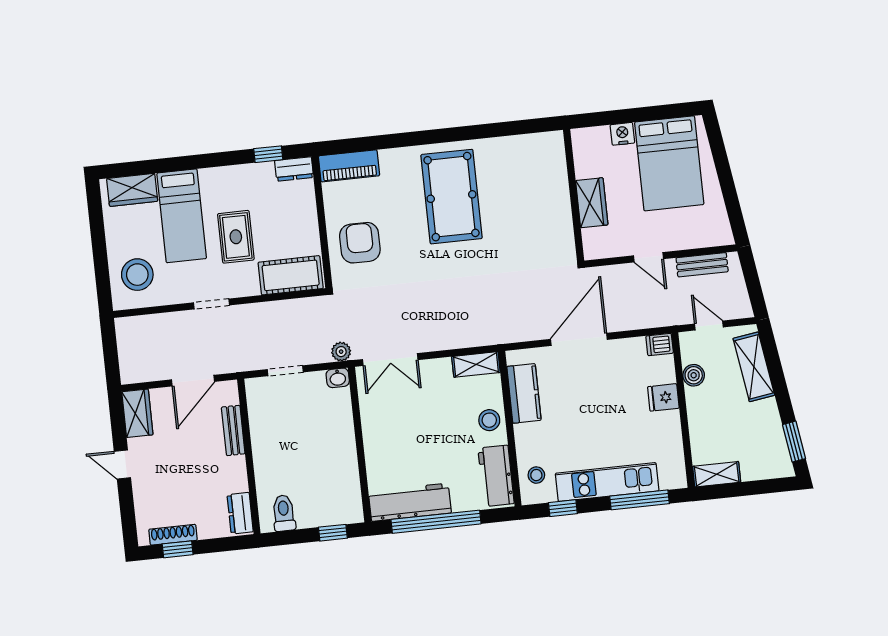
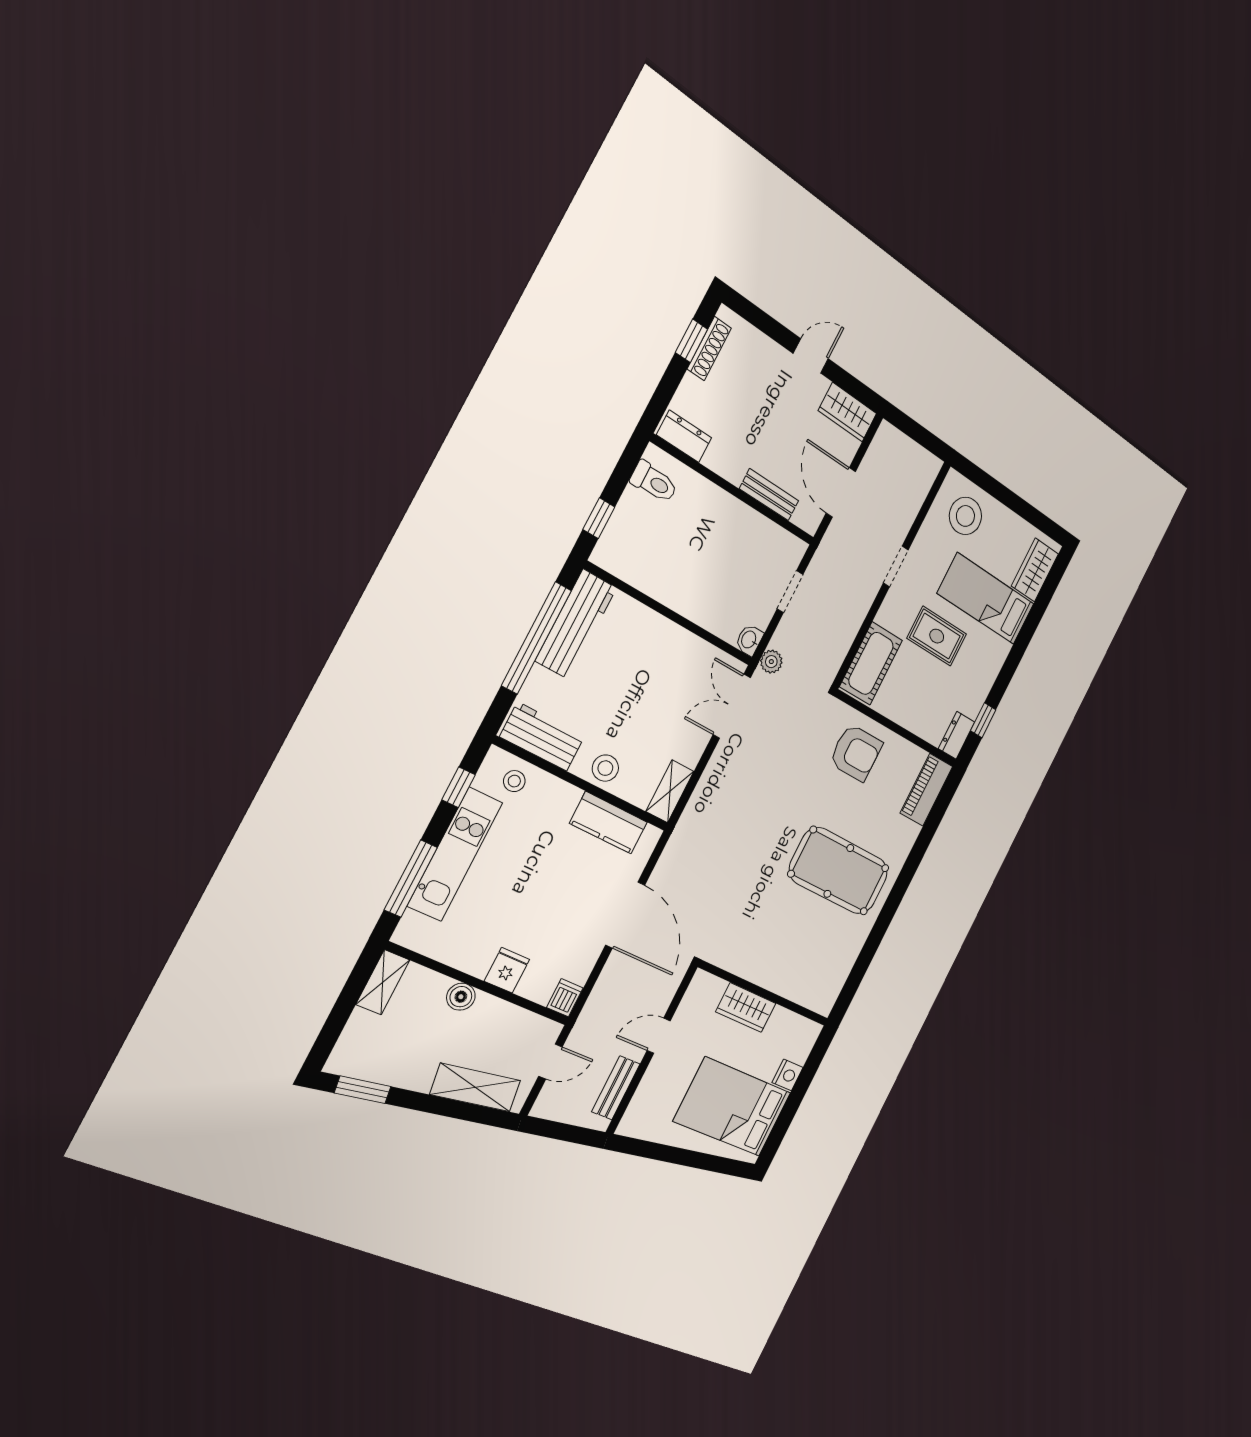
boiler: (694, 375) -> (461, 997), moved

